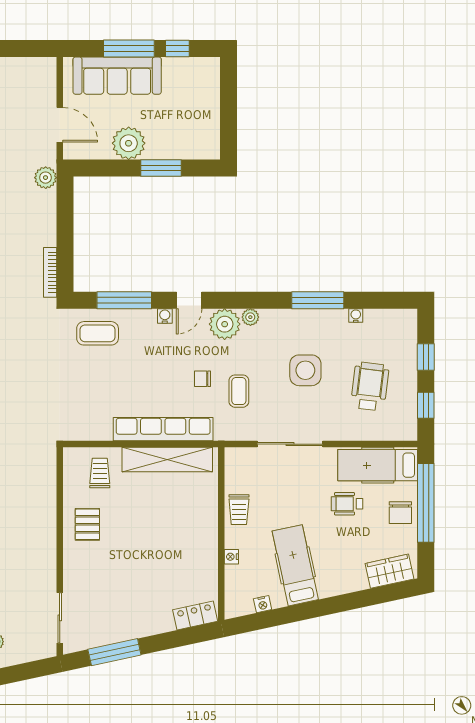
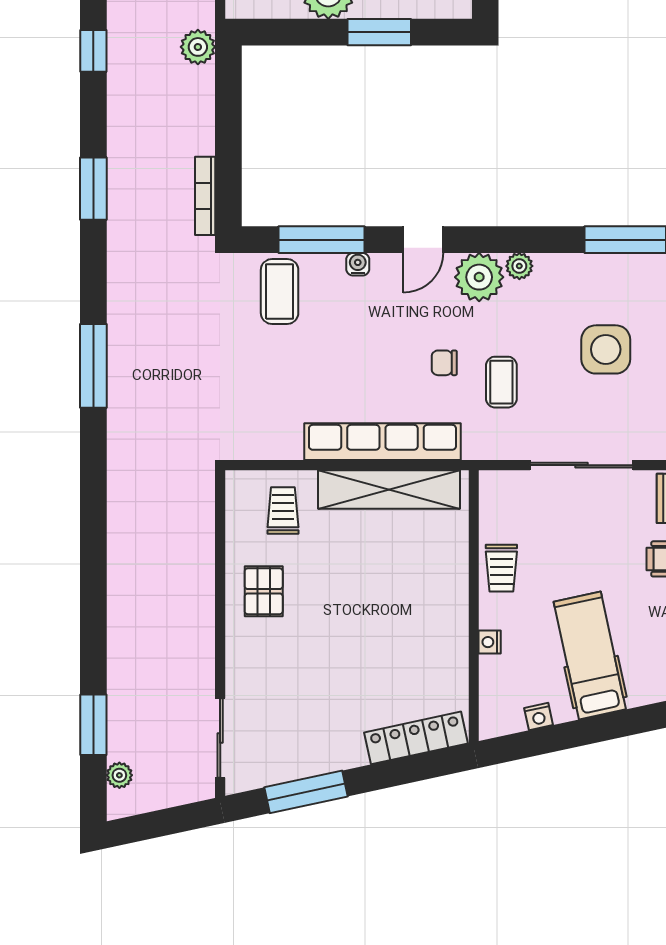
water cooler: (165, 316) -> (358, 264), moved
coffee table: (98, 333) -> (280, 291), turned 90
locker: (195, 616) -> (416, 738), width x1.53

